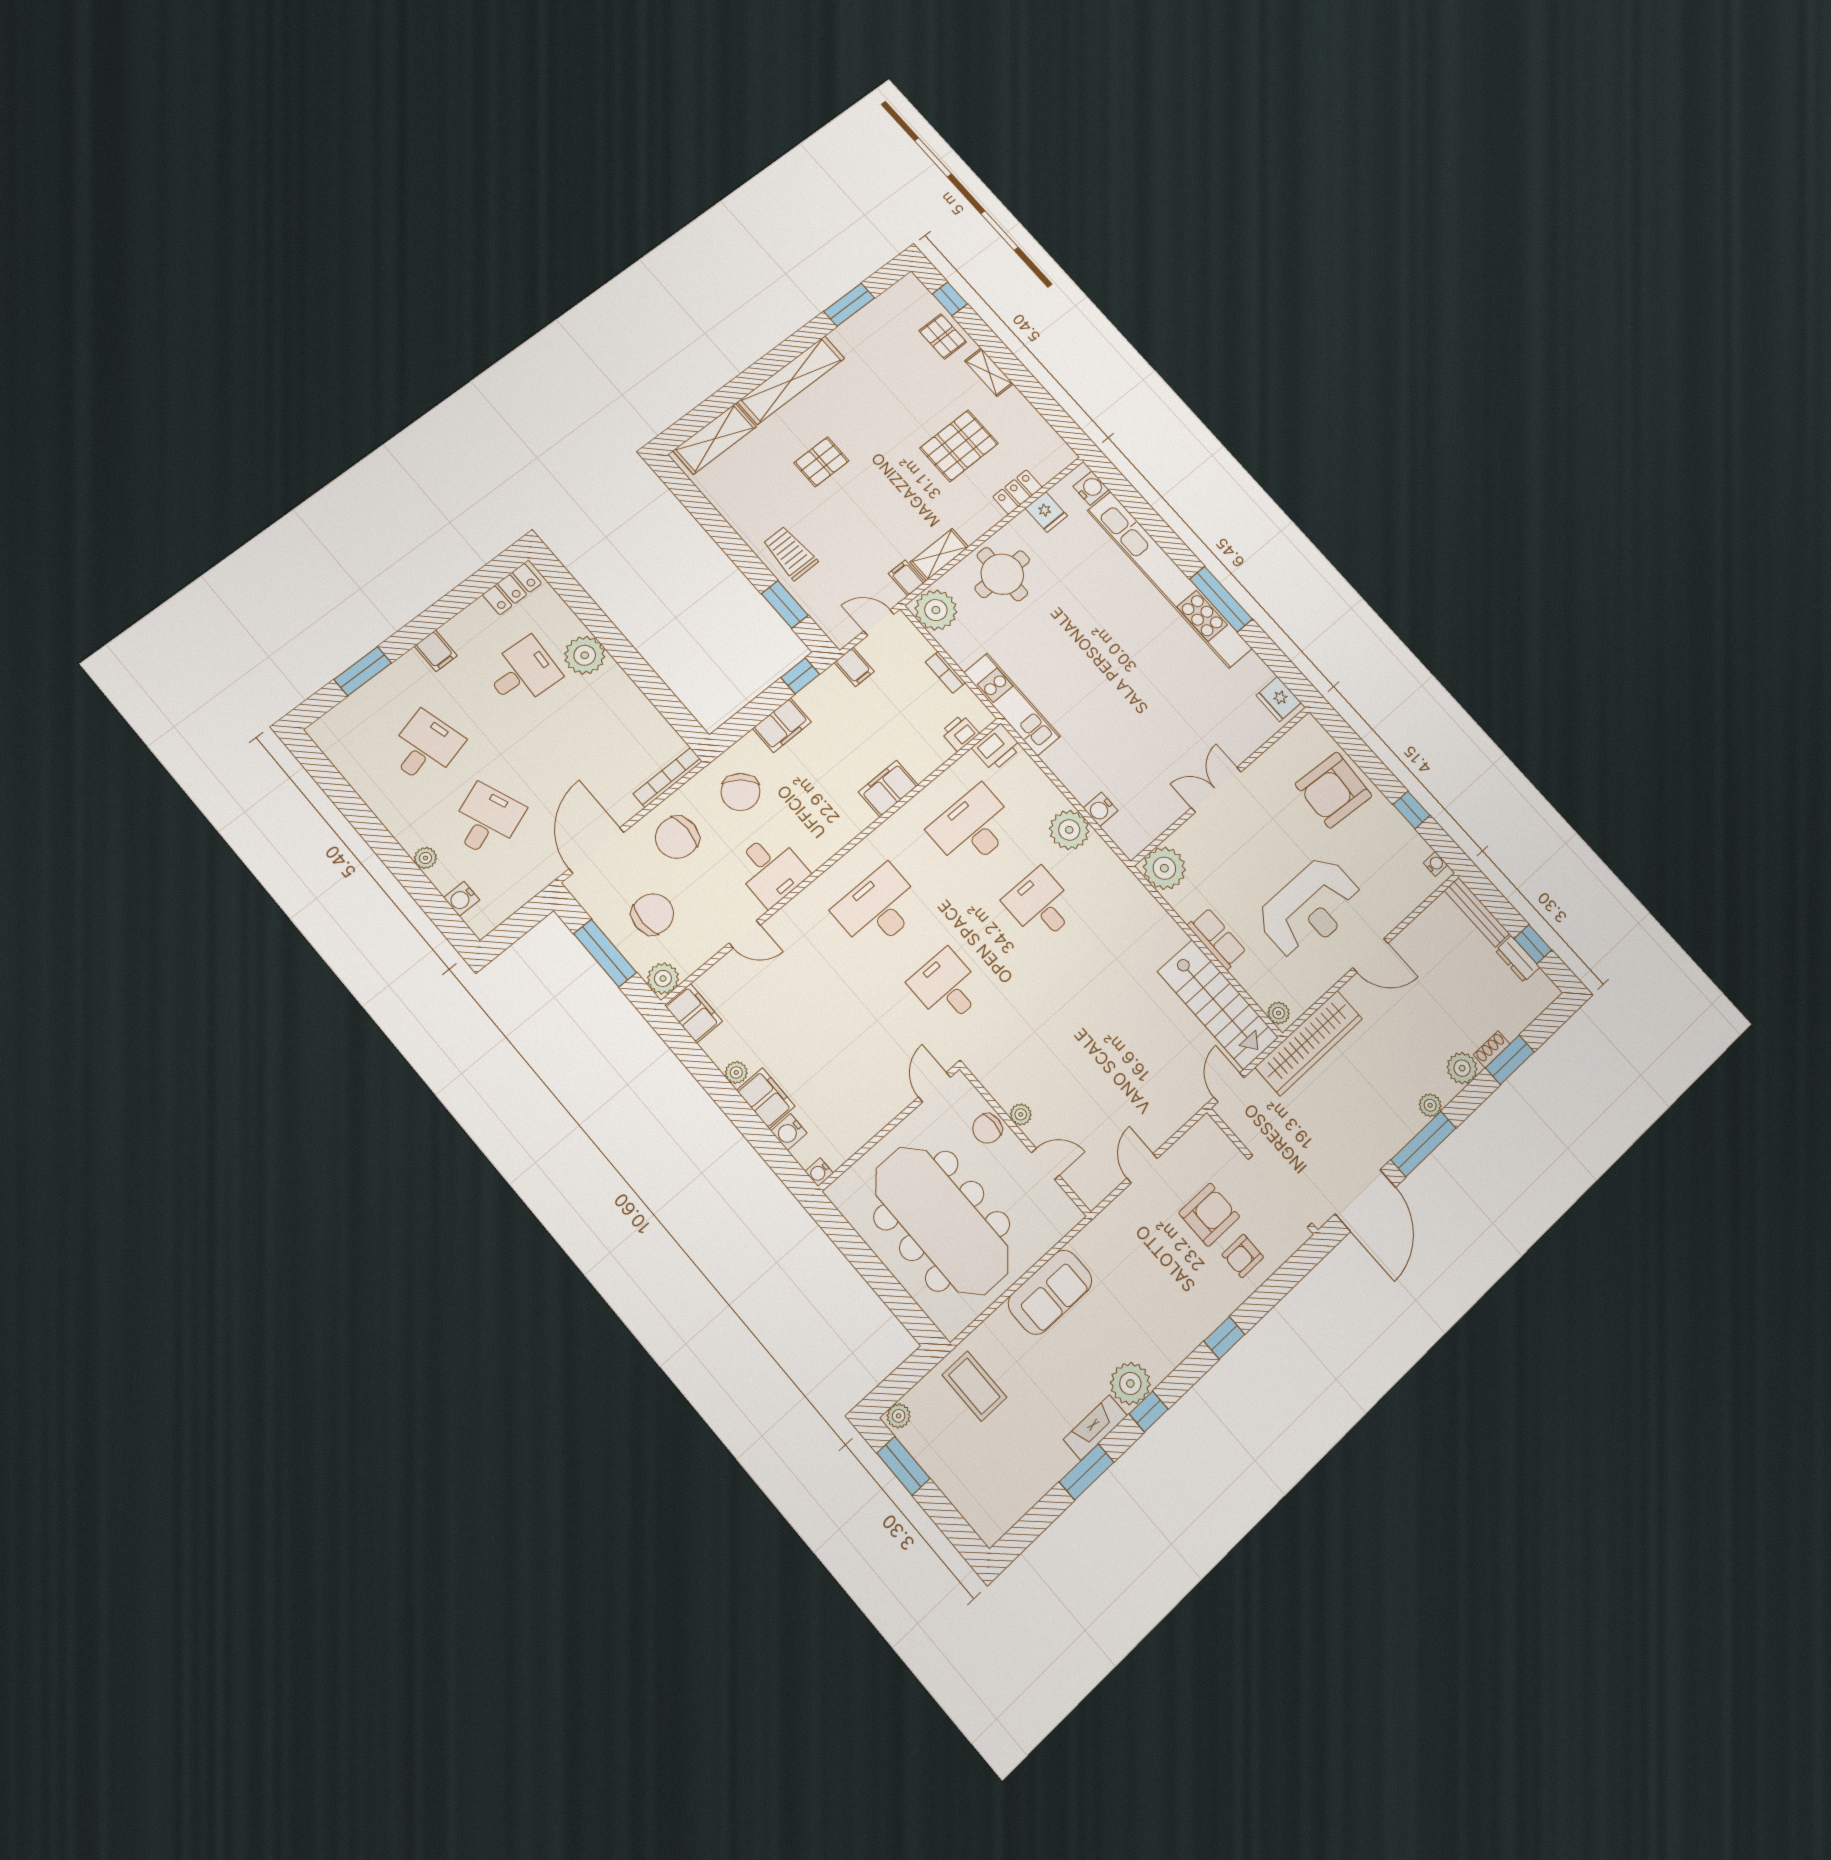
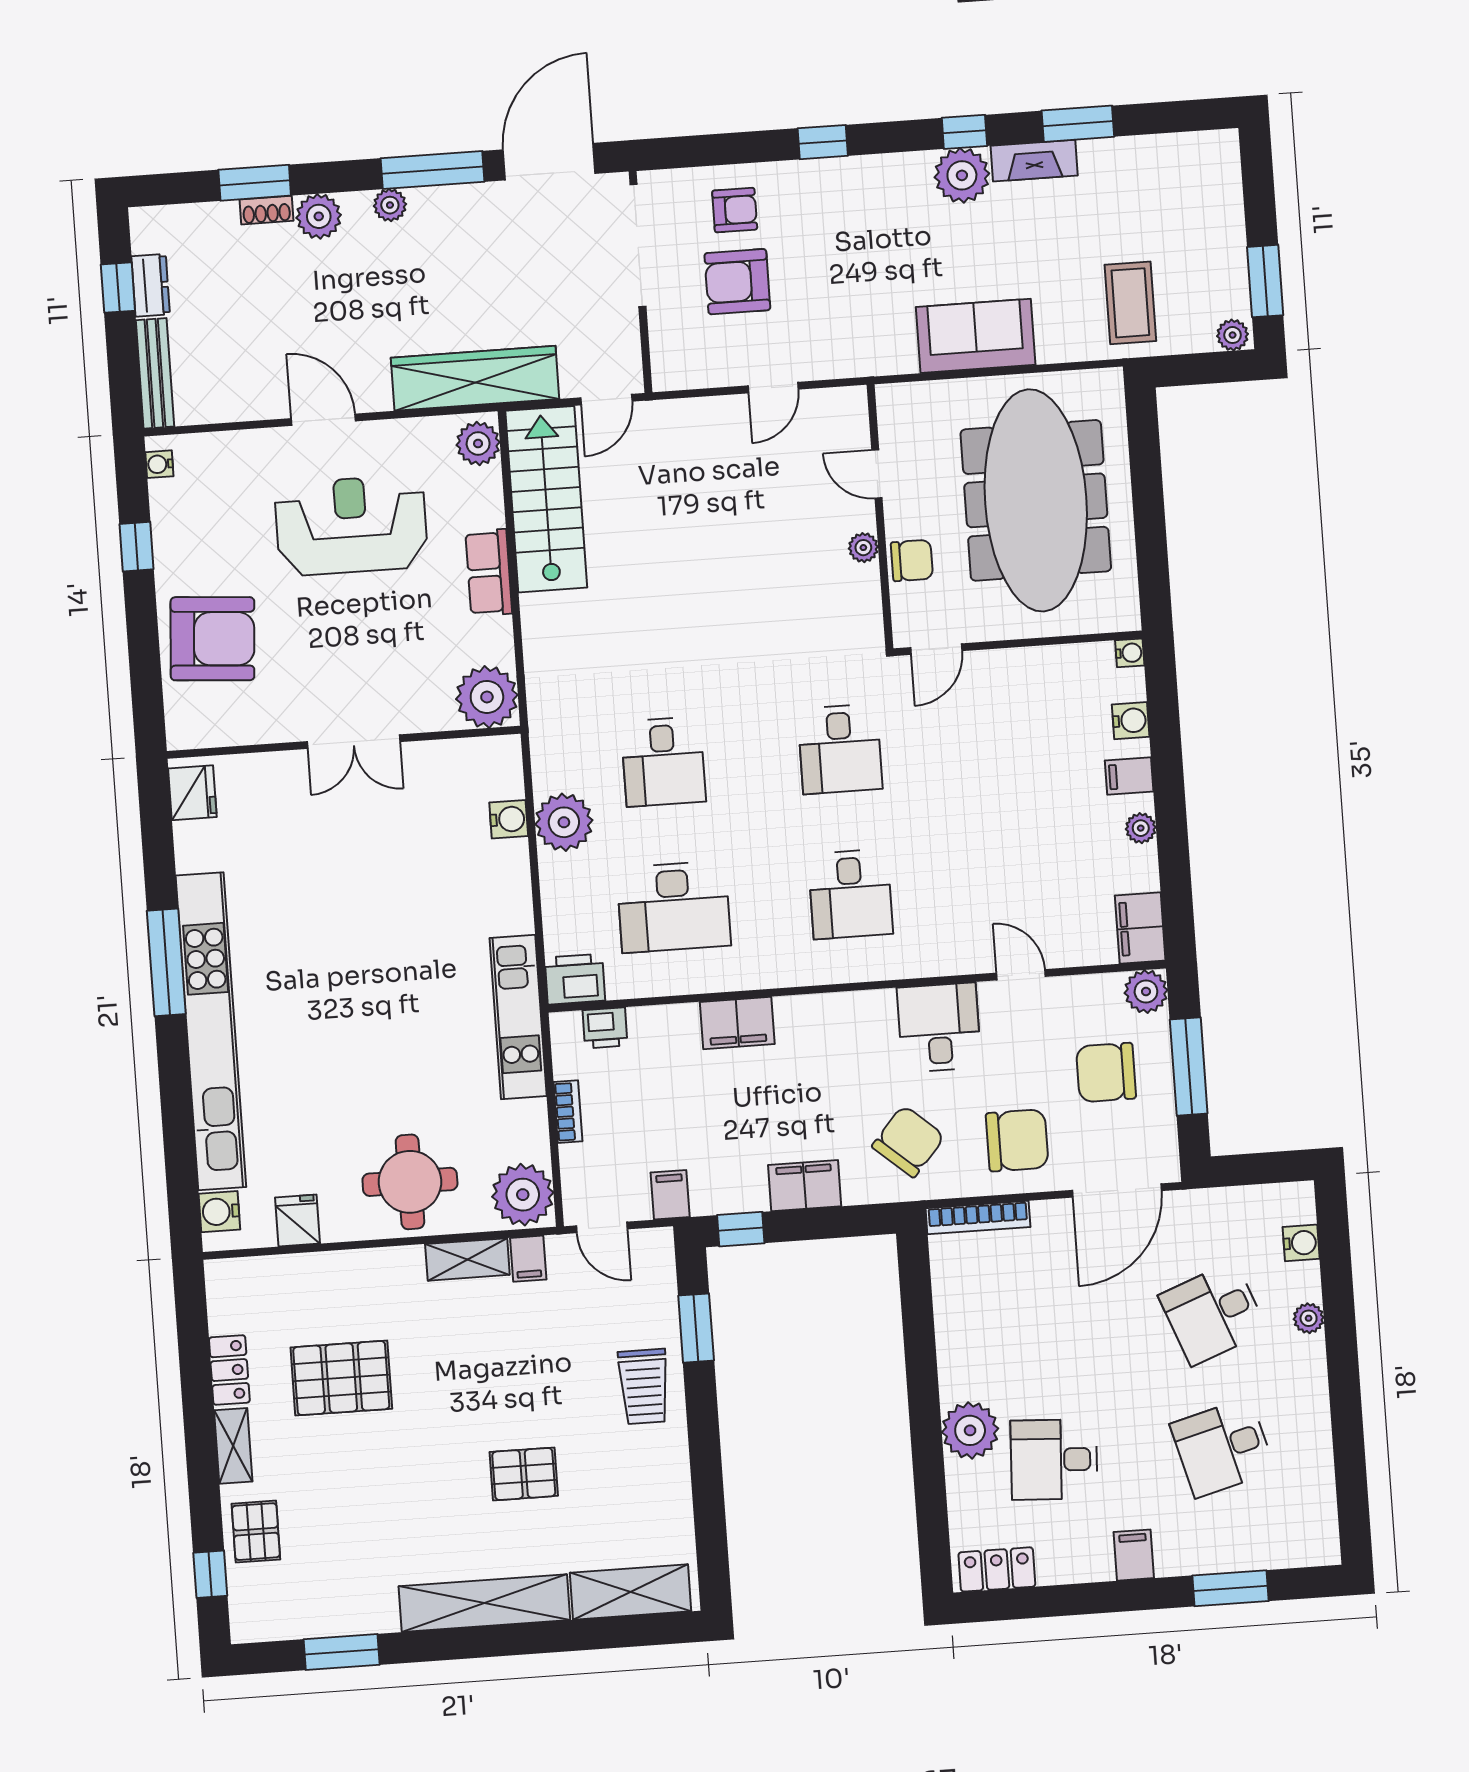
locker: (1017, 492) -> (229, 1370), moved, turned -90
desk: (878, 908) -> (850, 894), width x0.73
plant: (1279, 1013) -> (478, 443), width x1.38, depth x1.38
filing cabinet: (766, 1098) -> (1129, 776), width x0.50

